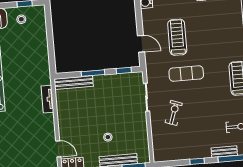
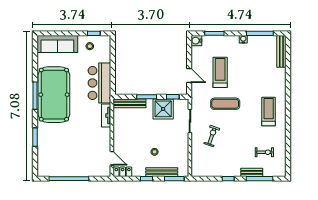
bar counter: (36, 62) -> (99, 83), added
shower: (114, 86) -> (163, 109), added

